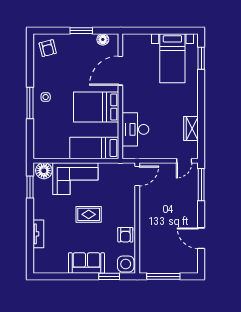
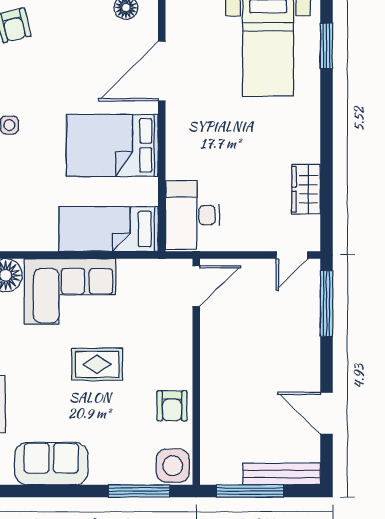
desk: (135, 129) -> (192, 215), moved
sofa: (86, 263) -> (51, 464), moved
bench: (179, 268) -> (282, 474), added
window: (109, 276) -> (139, 491), width x1.44

